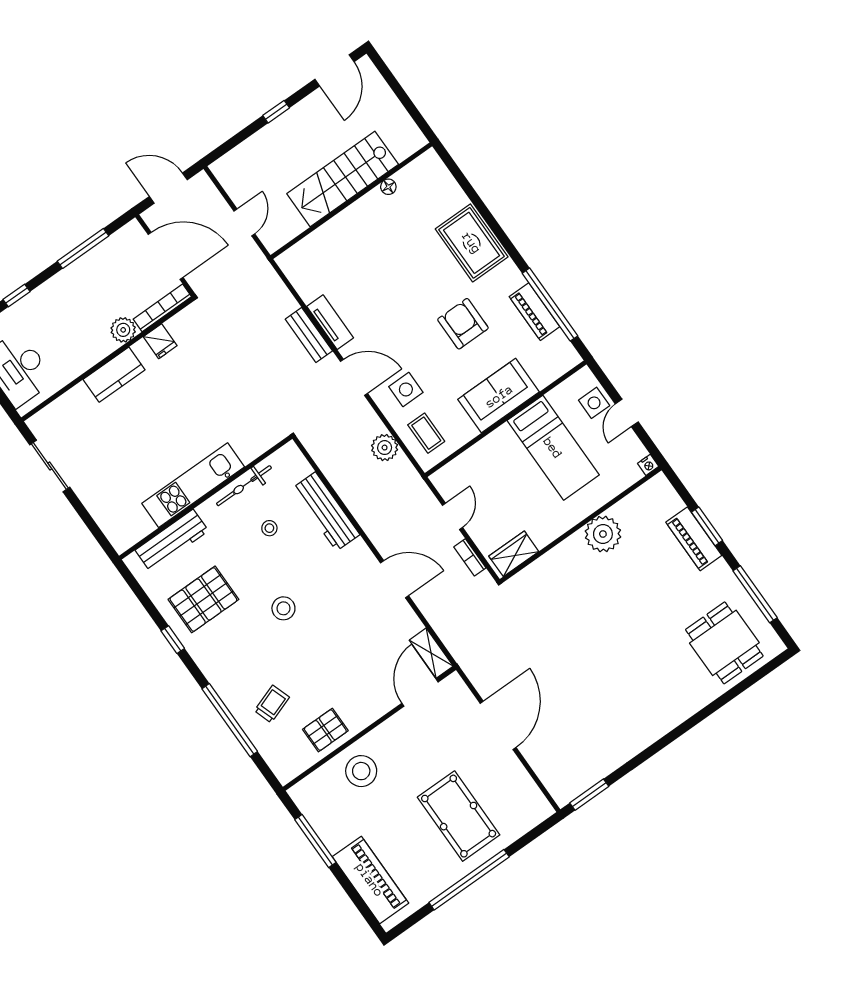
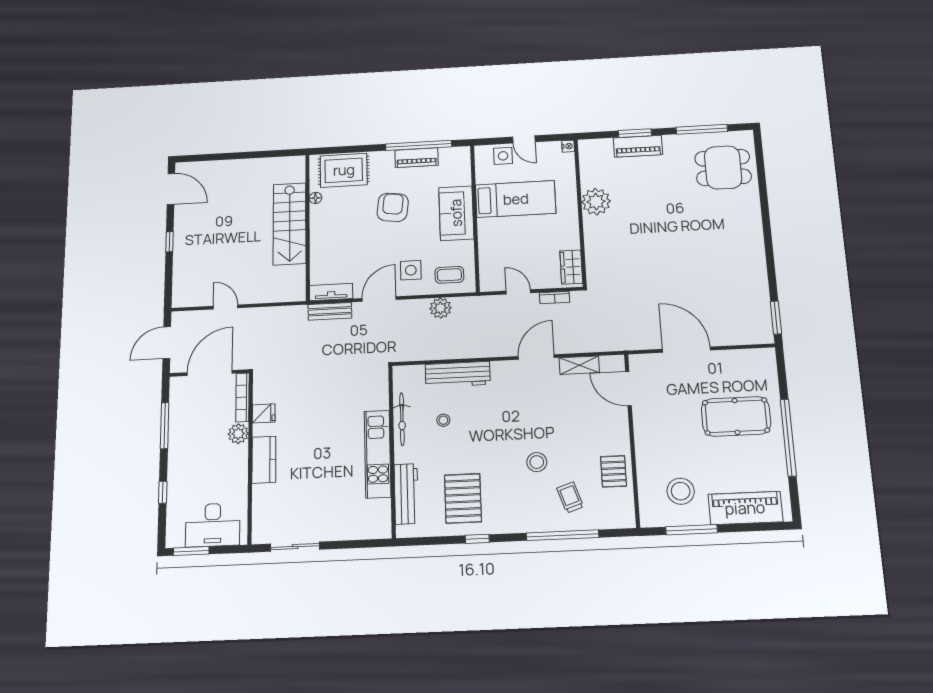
stairs: (343, 179) -> (290, 224), moved
floor lamp: (388, 187) -> (315, 198), moved
wall: (351, 201) -> (308, 227), moved
armchair: (463, 324) -> (393, 207), turned 97
stool: (283, 608) -> (537, 462), moved
shelving: (431, 653) -> (579, 365), moved
stool: (361, 771) -> (681, 491), moved

